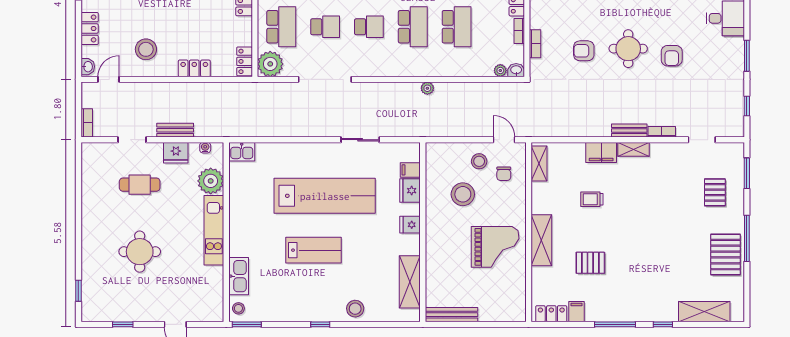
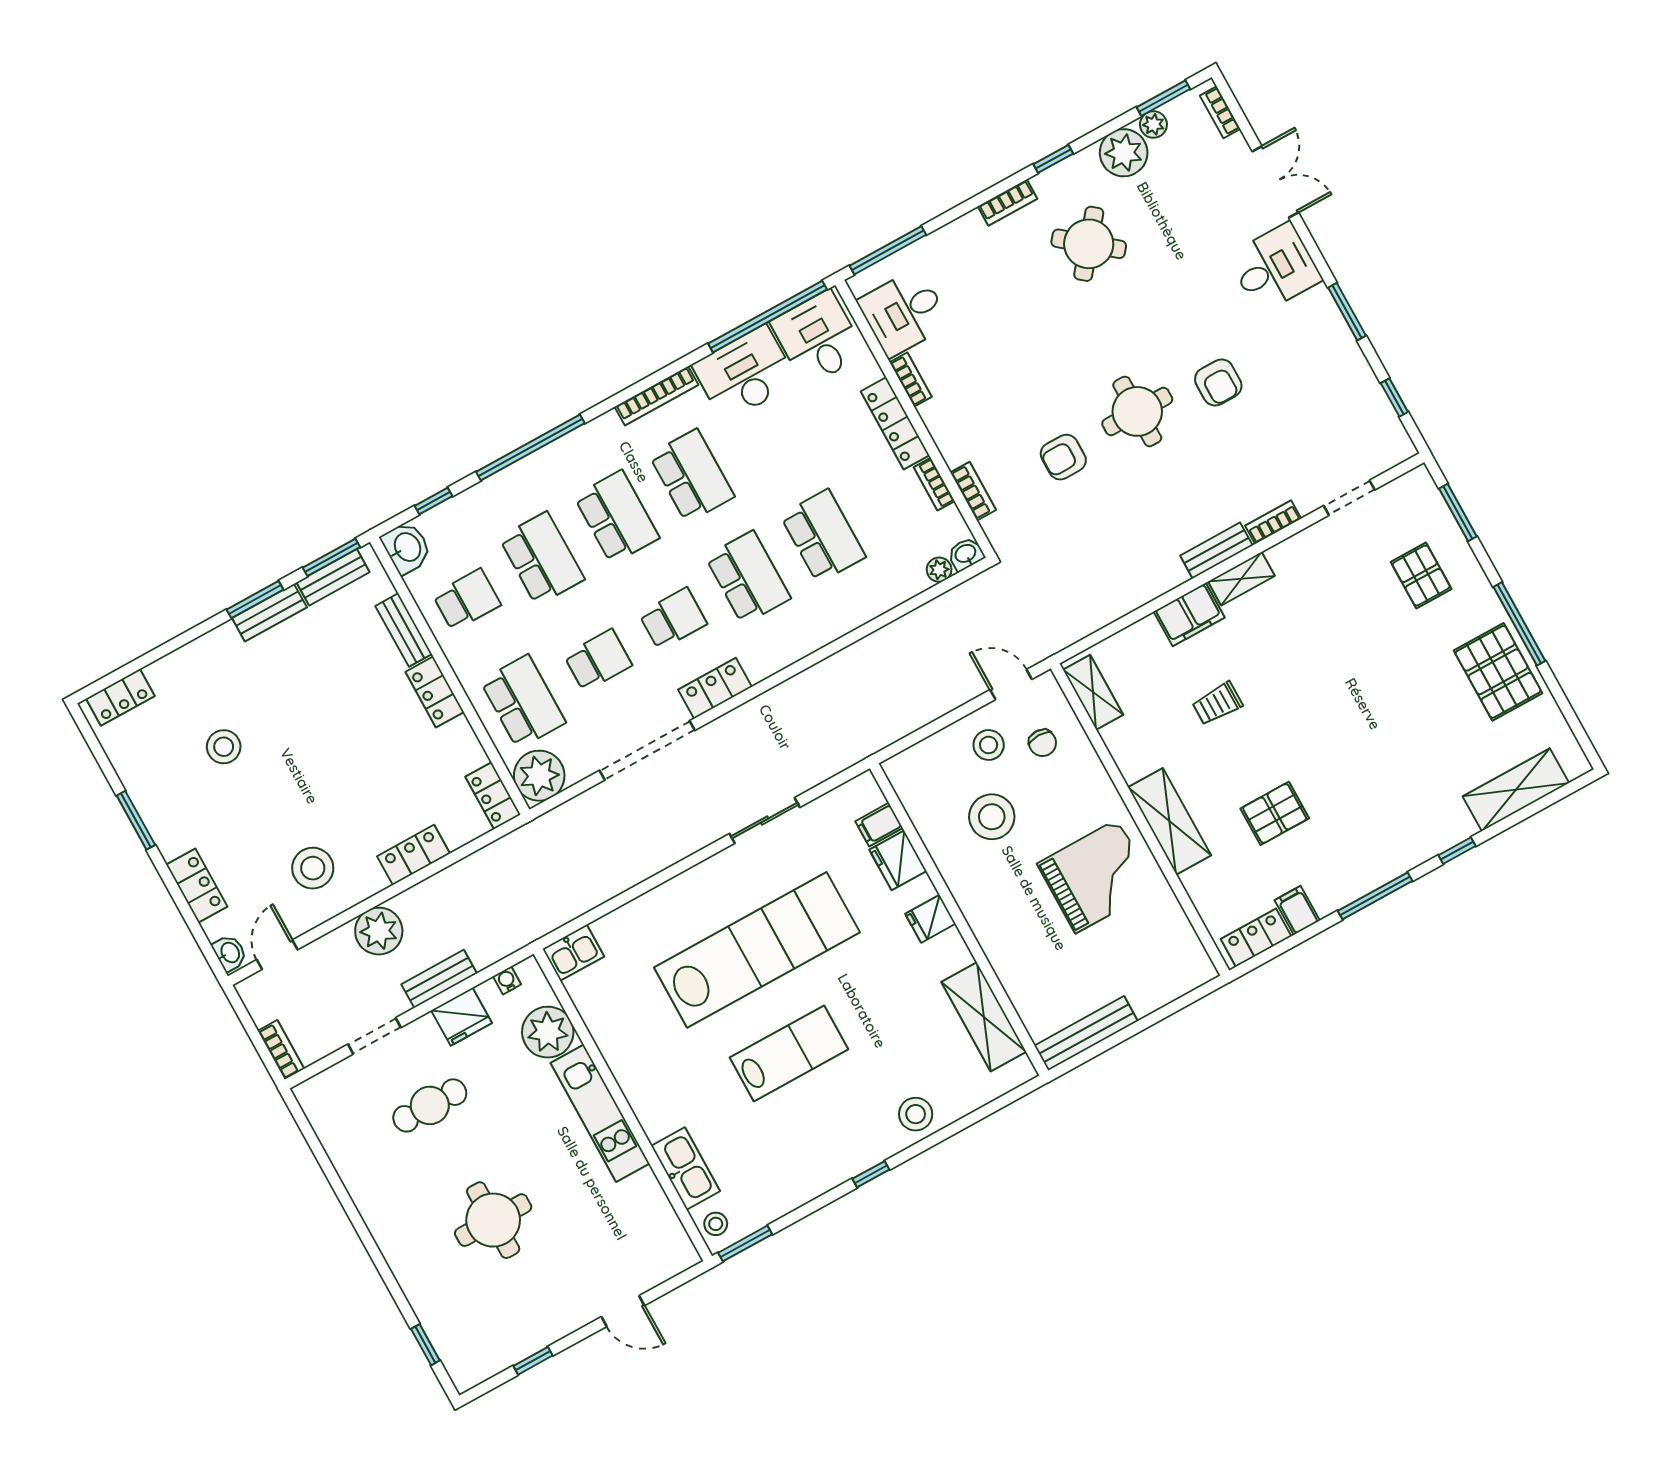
locker: (371, 68) -> (715, 688), added
plant: (427, 88) -> (379, 931), moved, width x1.88, depth x1.88

